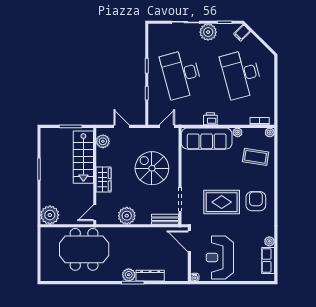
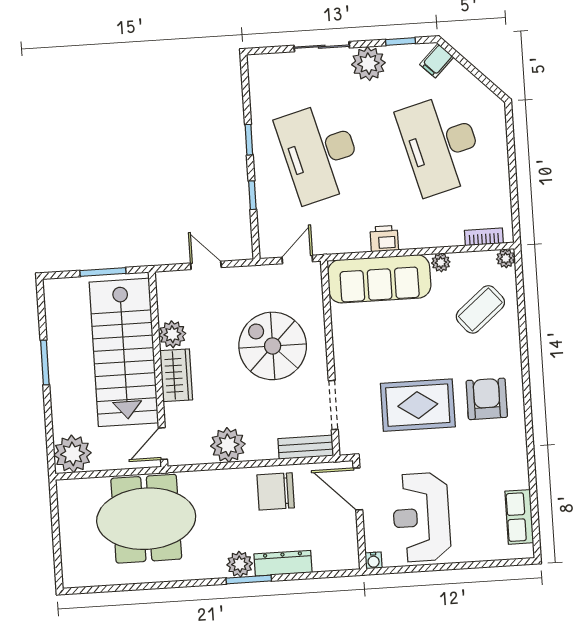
plant: (103, 141) -> (172, 334), moved
stairs: (83, 157) -> (124, 352), width x1.36, depth x1.51
coffee table: (256, 157) -> (480, 309), turned -49
chair: (149, 240) -> (276, 491), added
plant: (269, 241) -> (519, 478), removed

